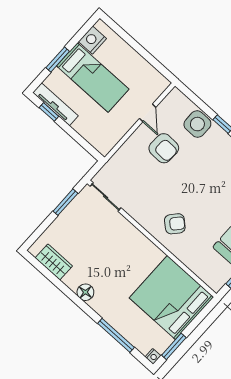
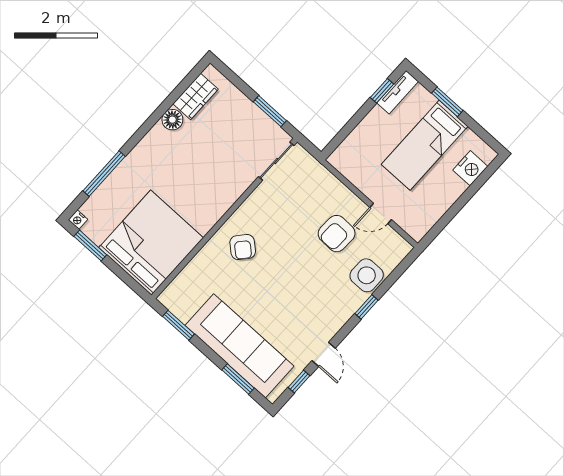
nightstand: (92, 40) -> (470, 168), moved, turned 90
tv unit: (55, 104) -> (398, 92), width x0.71
floor lamp: (85, 292) -> (172, 120), moved

